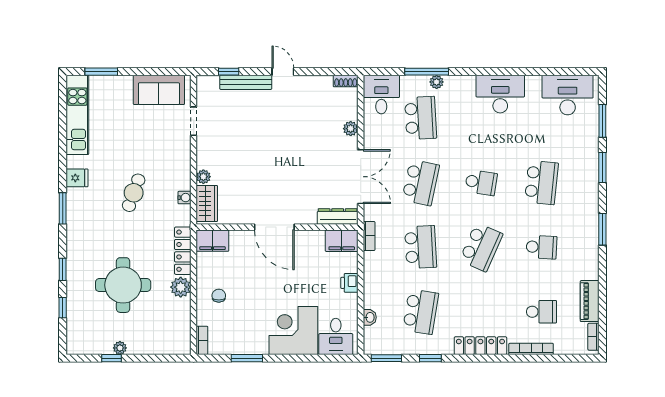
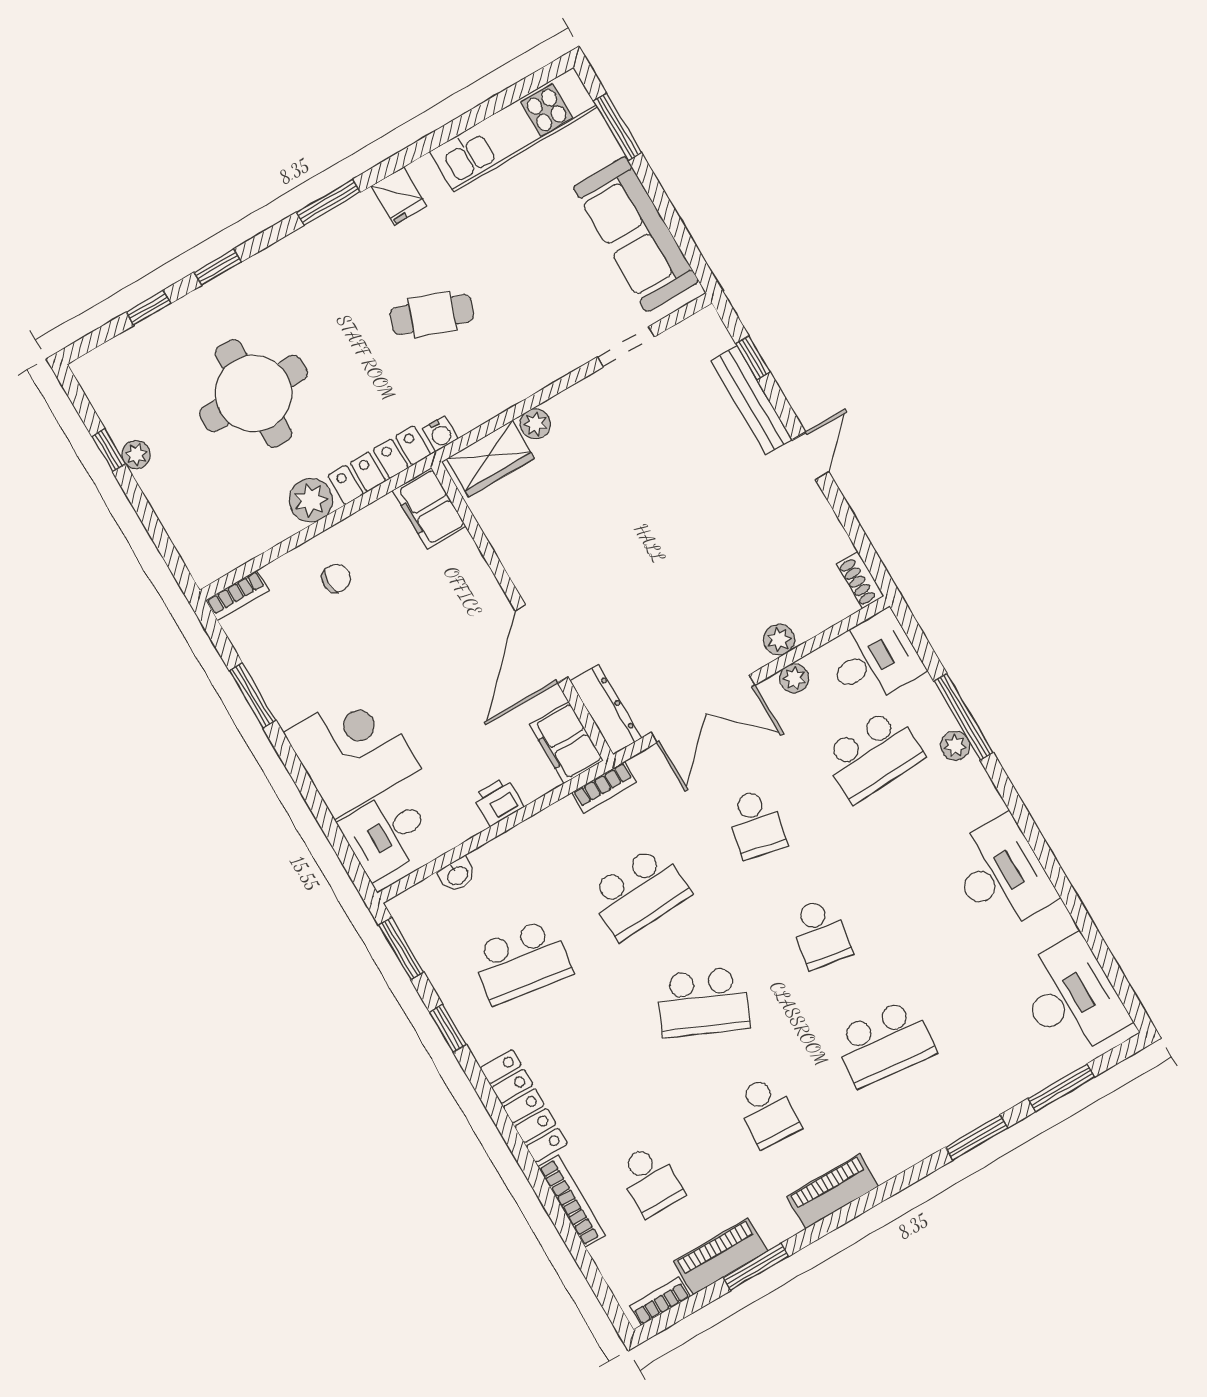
sofa: (159, 90) -> (636, 234), width x1.36
plant: (370, 132) -> (794, 678), added
school desk: (421, 183) -> (756, 824), width x0.54
water cooler: (185, 198) -> (440, 434), moved
door: (274, 227) -> (542, 644), moved
window: (602, 229) -> (756, 1267), moved
piano: (590, 239) -> (833, 1191), added

